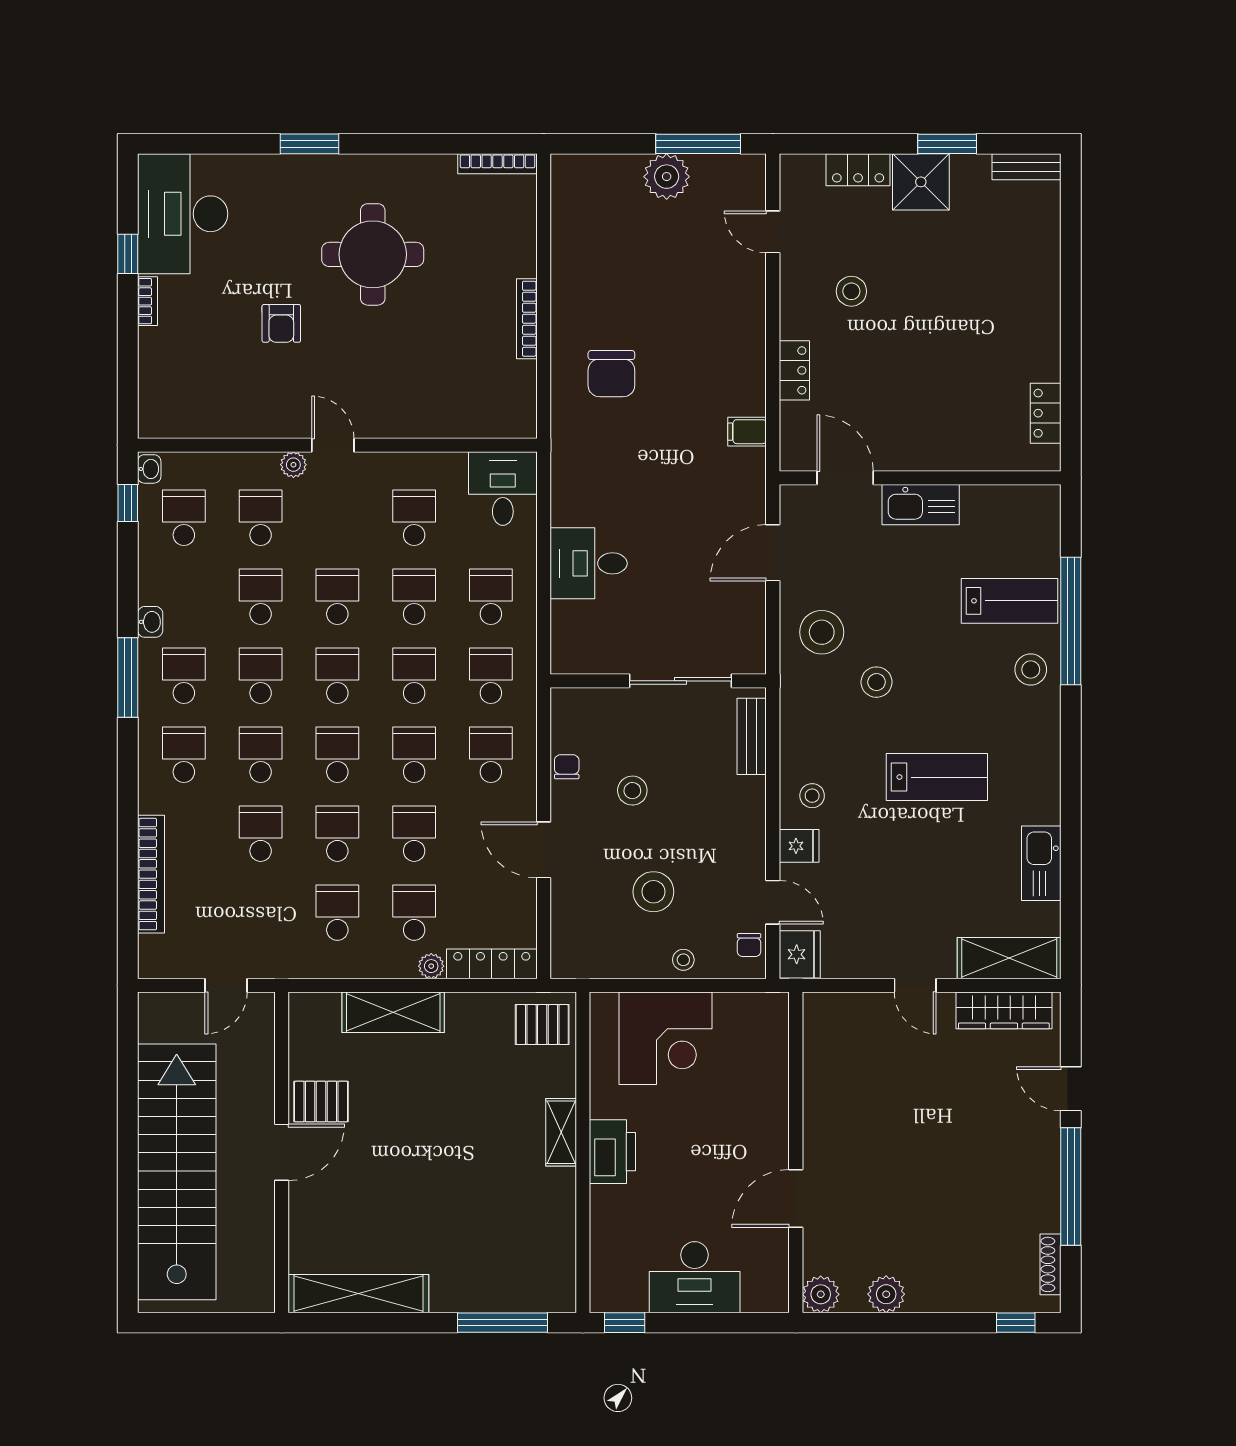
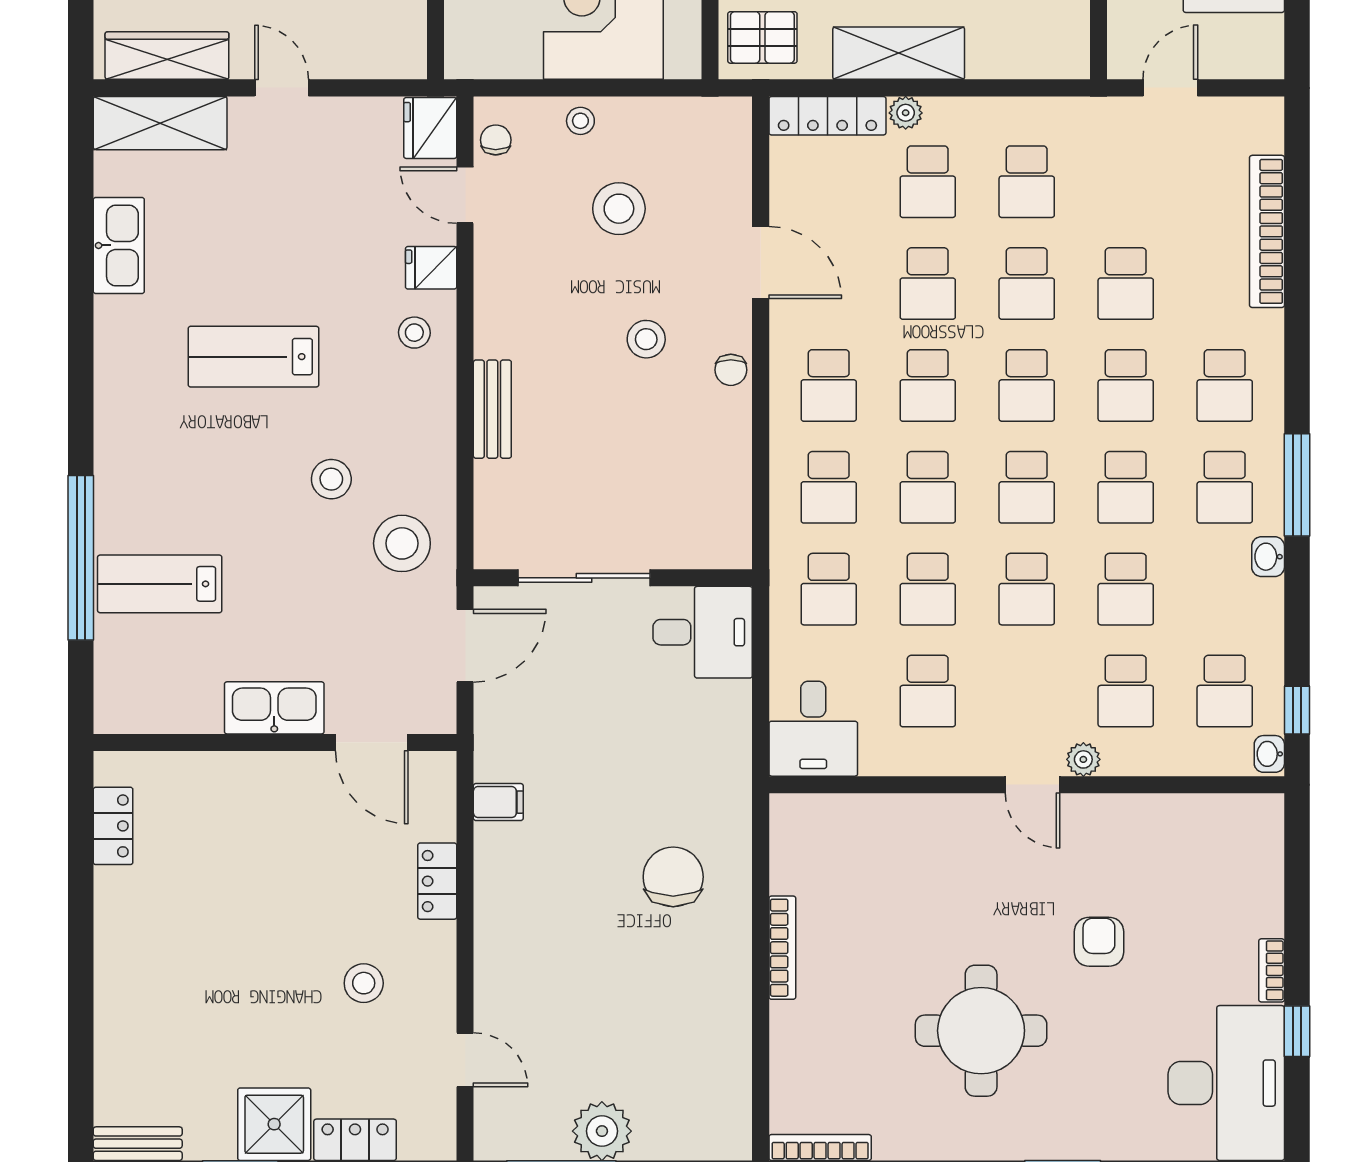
stool: (1031, 670) -> (132, 495), removed
wall: (658, 681) -> (613, 578), moved
sliding door: (681, 681) -> (584, 578), moved
shelving: (393, 1012) -> (899, 53), moved

